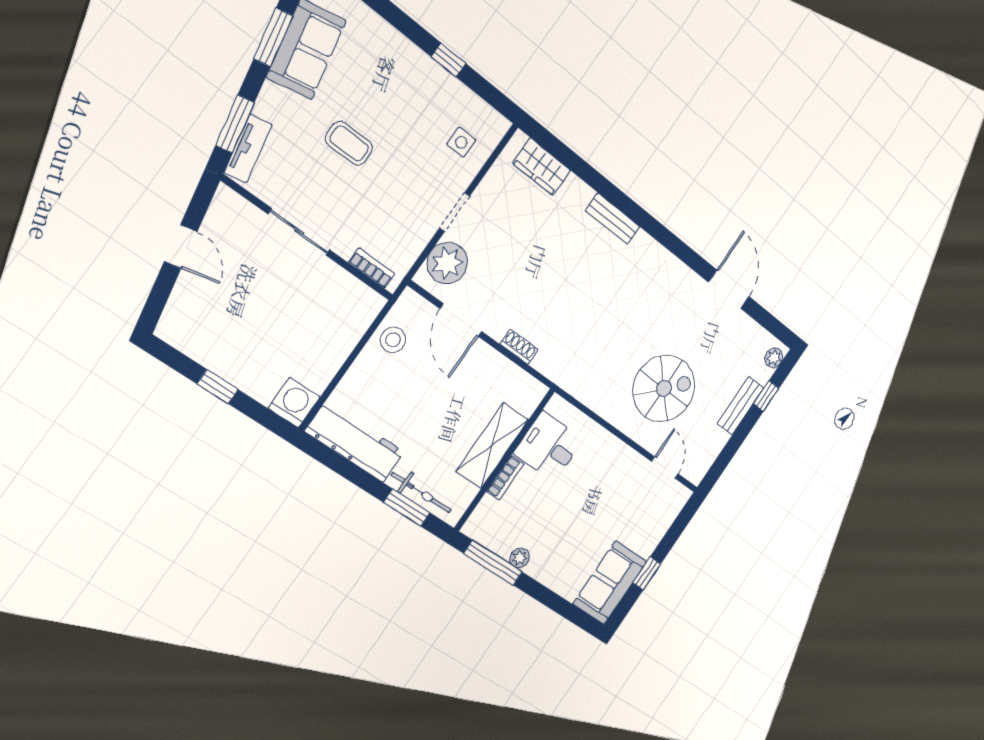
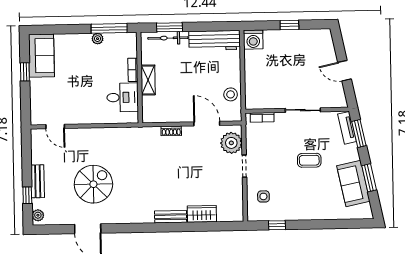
window: (449, 60) -> (277, 225), moved
wardrobe: (542, 167) -> (202, 214), moved
spiral stairs: (664, 388) -> (93, 184), moved, turned 180
shelving: (492, 445) -> (148, 80), width x0.67, depth x0.75

